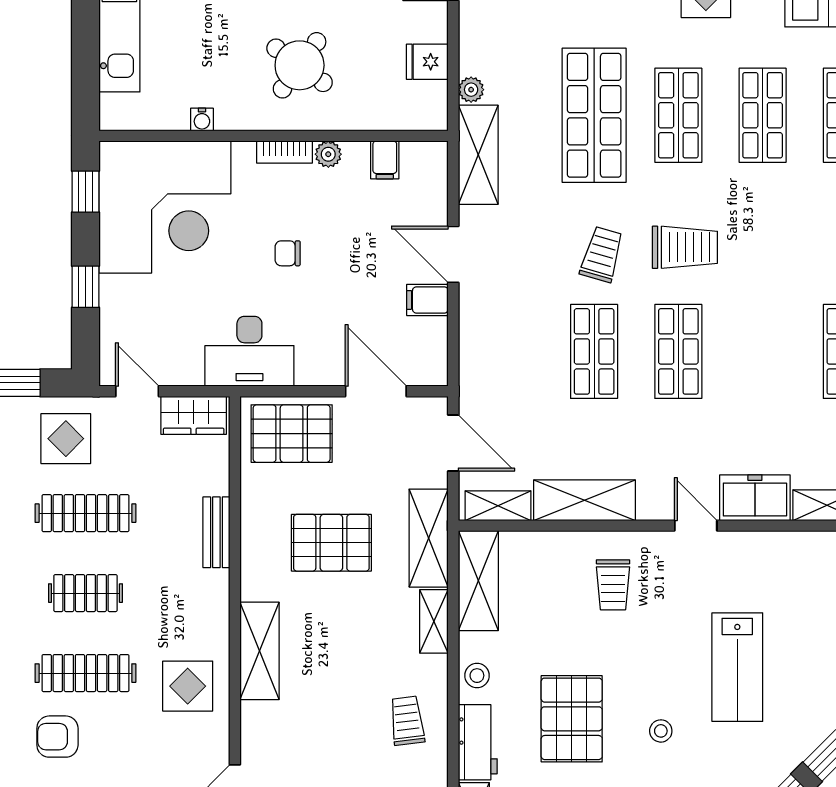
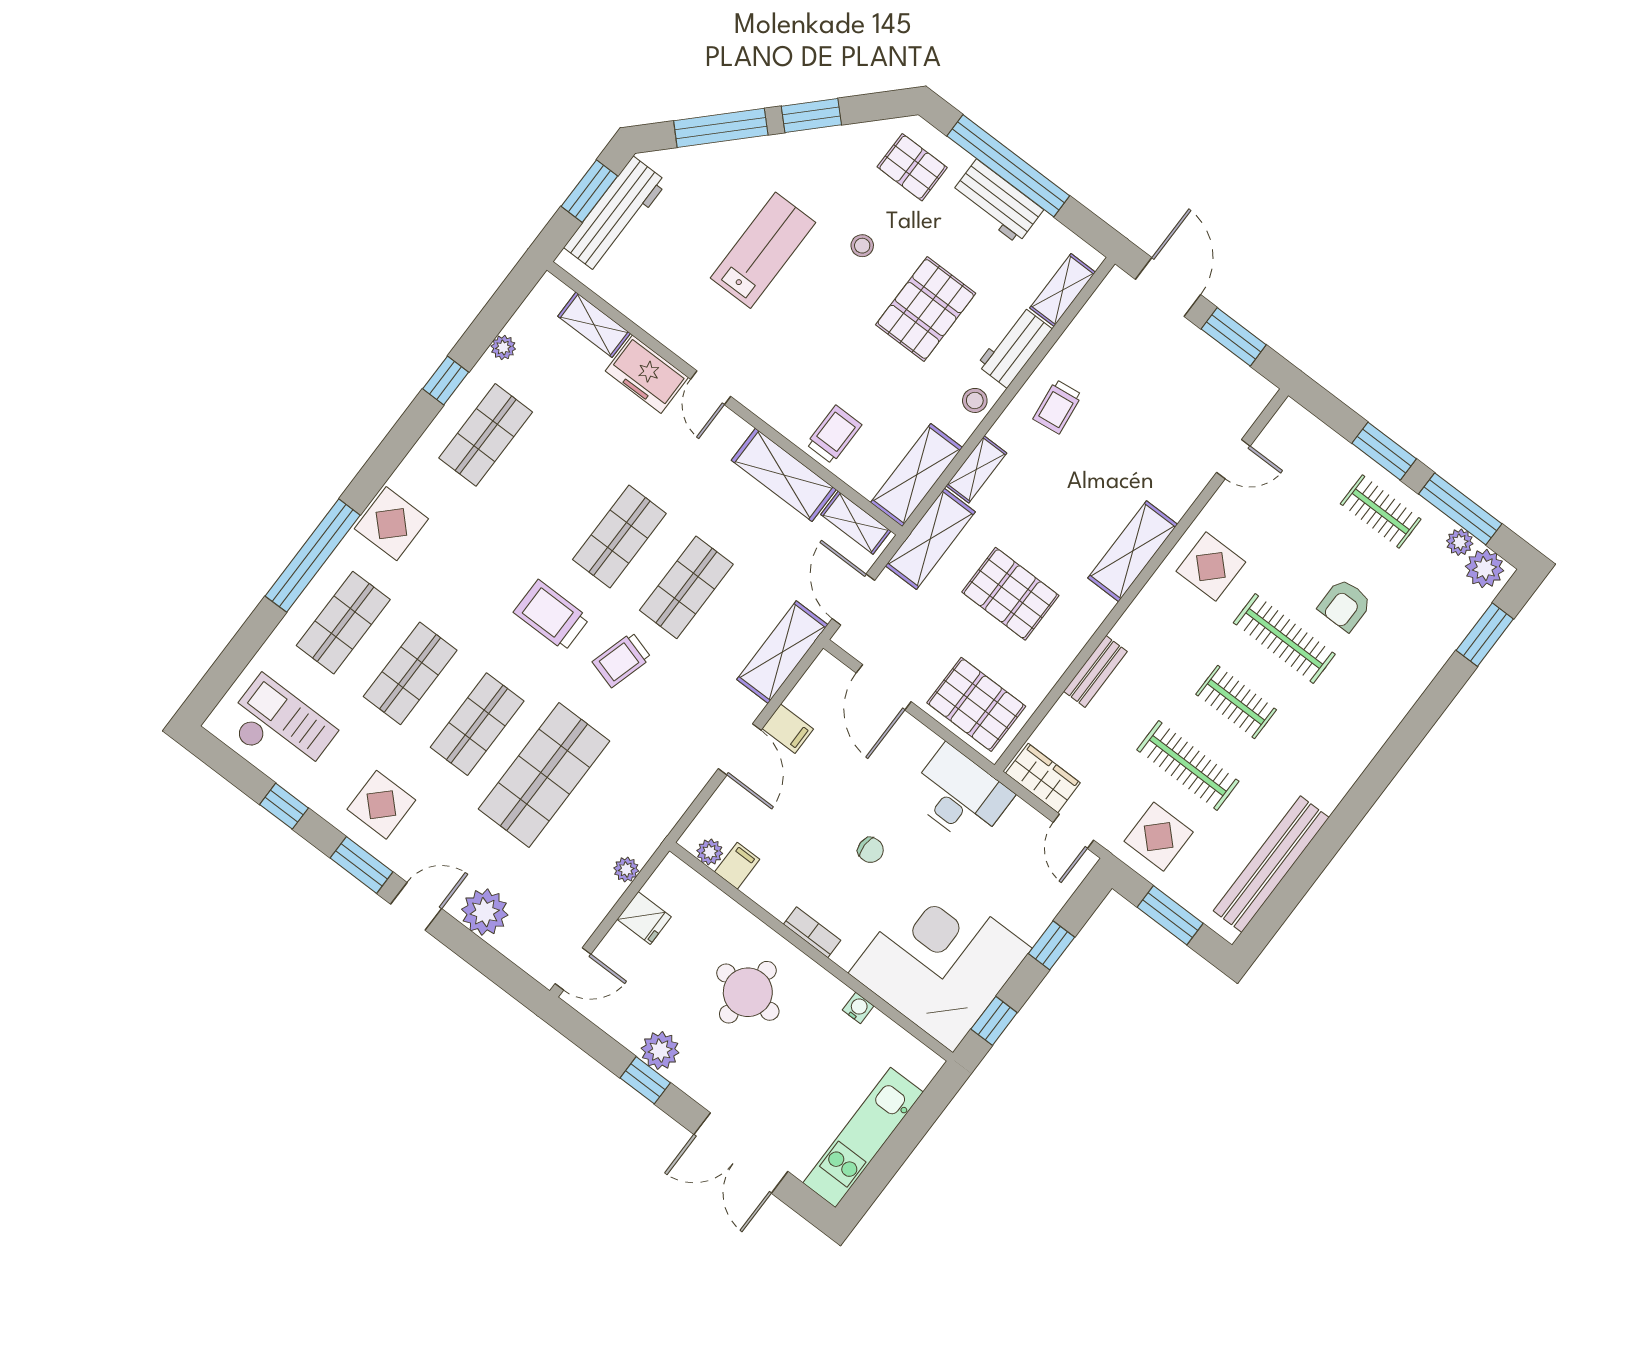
round table: (300, 65) -> (748, 992), turned -32
plant: (328, 154) -> (710, 852), moved
shelving: (478, 155) -> (782, 652), moved
trolley: (613, 585) -> (834, 435), moved
armchair: (57, 737) -> (1345, 605), turned 90

